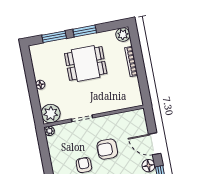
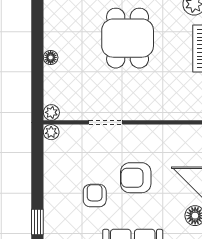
dining table: (86, 63) -> (128, 38), turned 90
plant: (51, 114) -> (51, 112), width x0.53, depth x0.53

